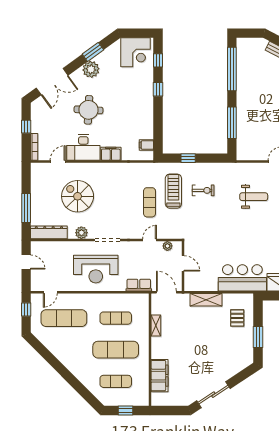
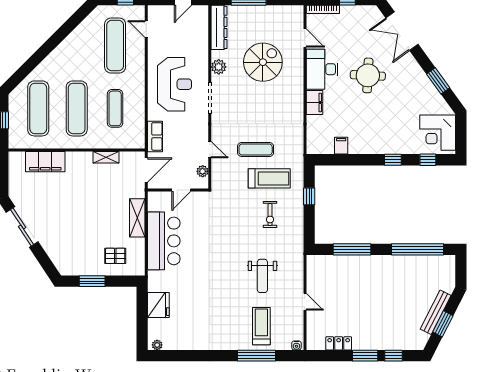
plant: (91, 69) -> (417, 78), removed
filing cabinet: (146, 145) -> (341, 146), moved
reception desk: (96, 269) -> (174, 84), turned 180
bar counter: (242, 278) -> (164, 241), moved
exercise mat: (116, 381) -> (38, 108), width x1.36, depth x1.45

